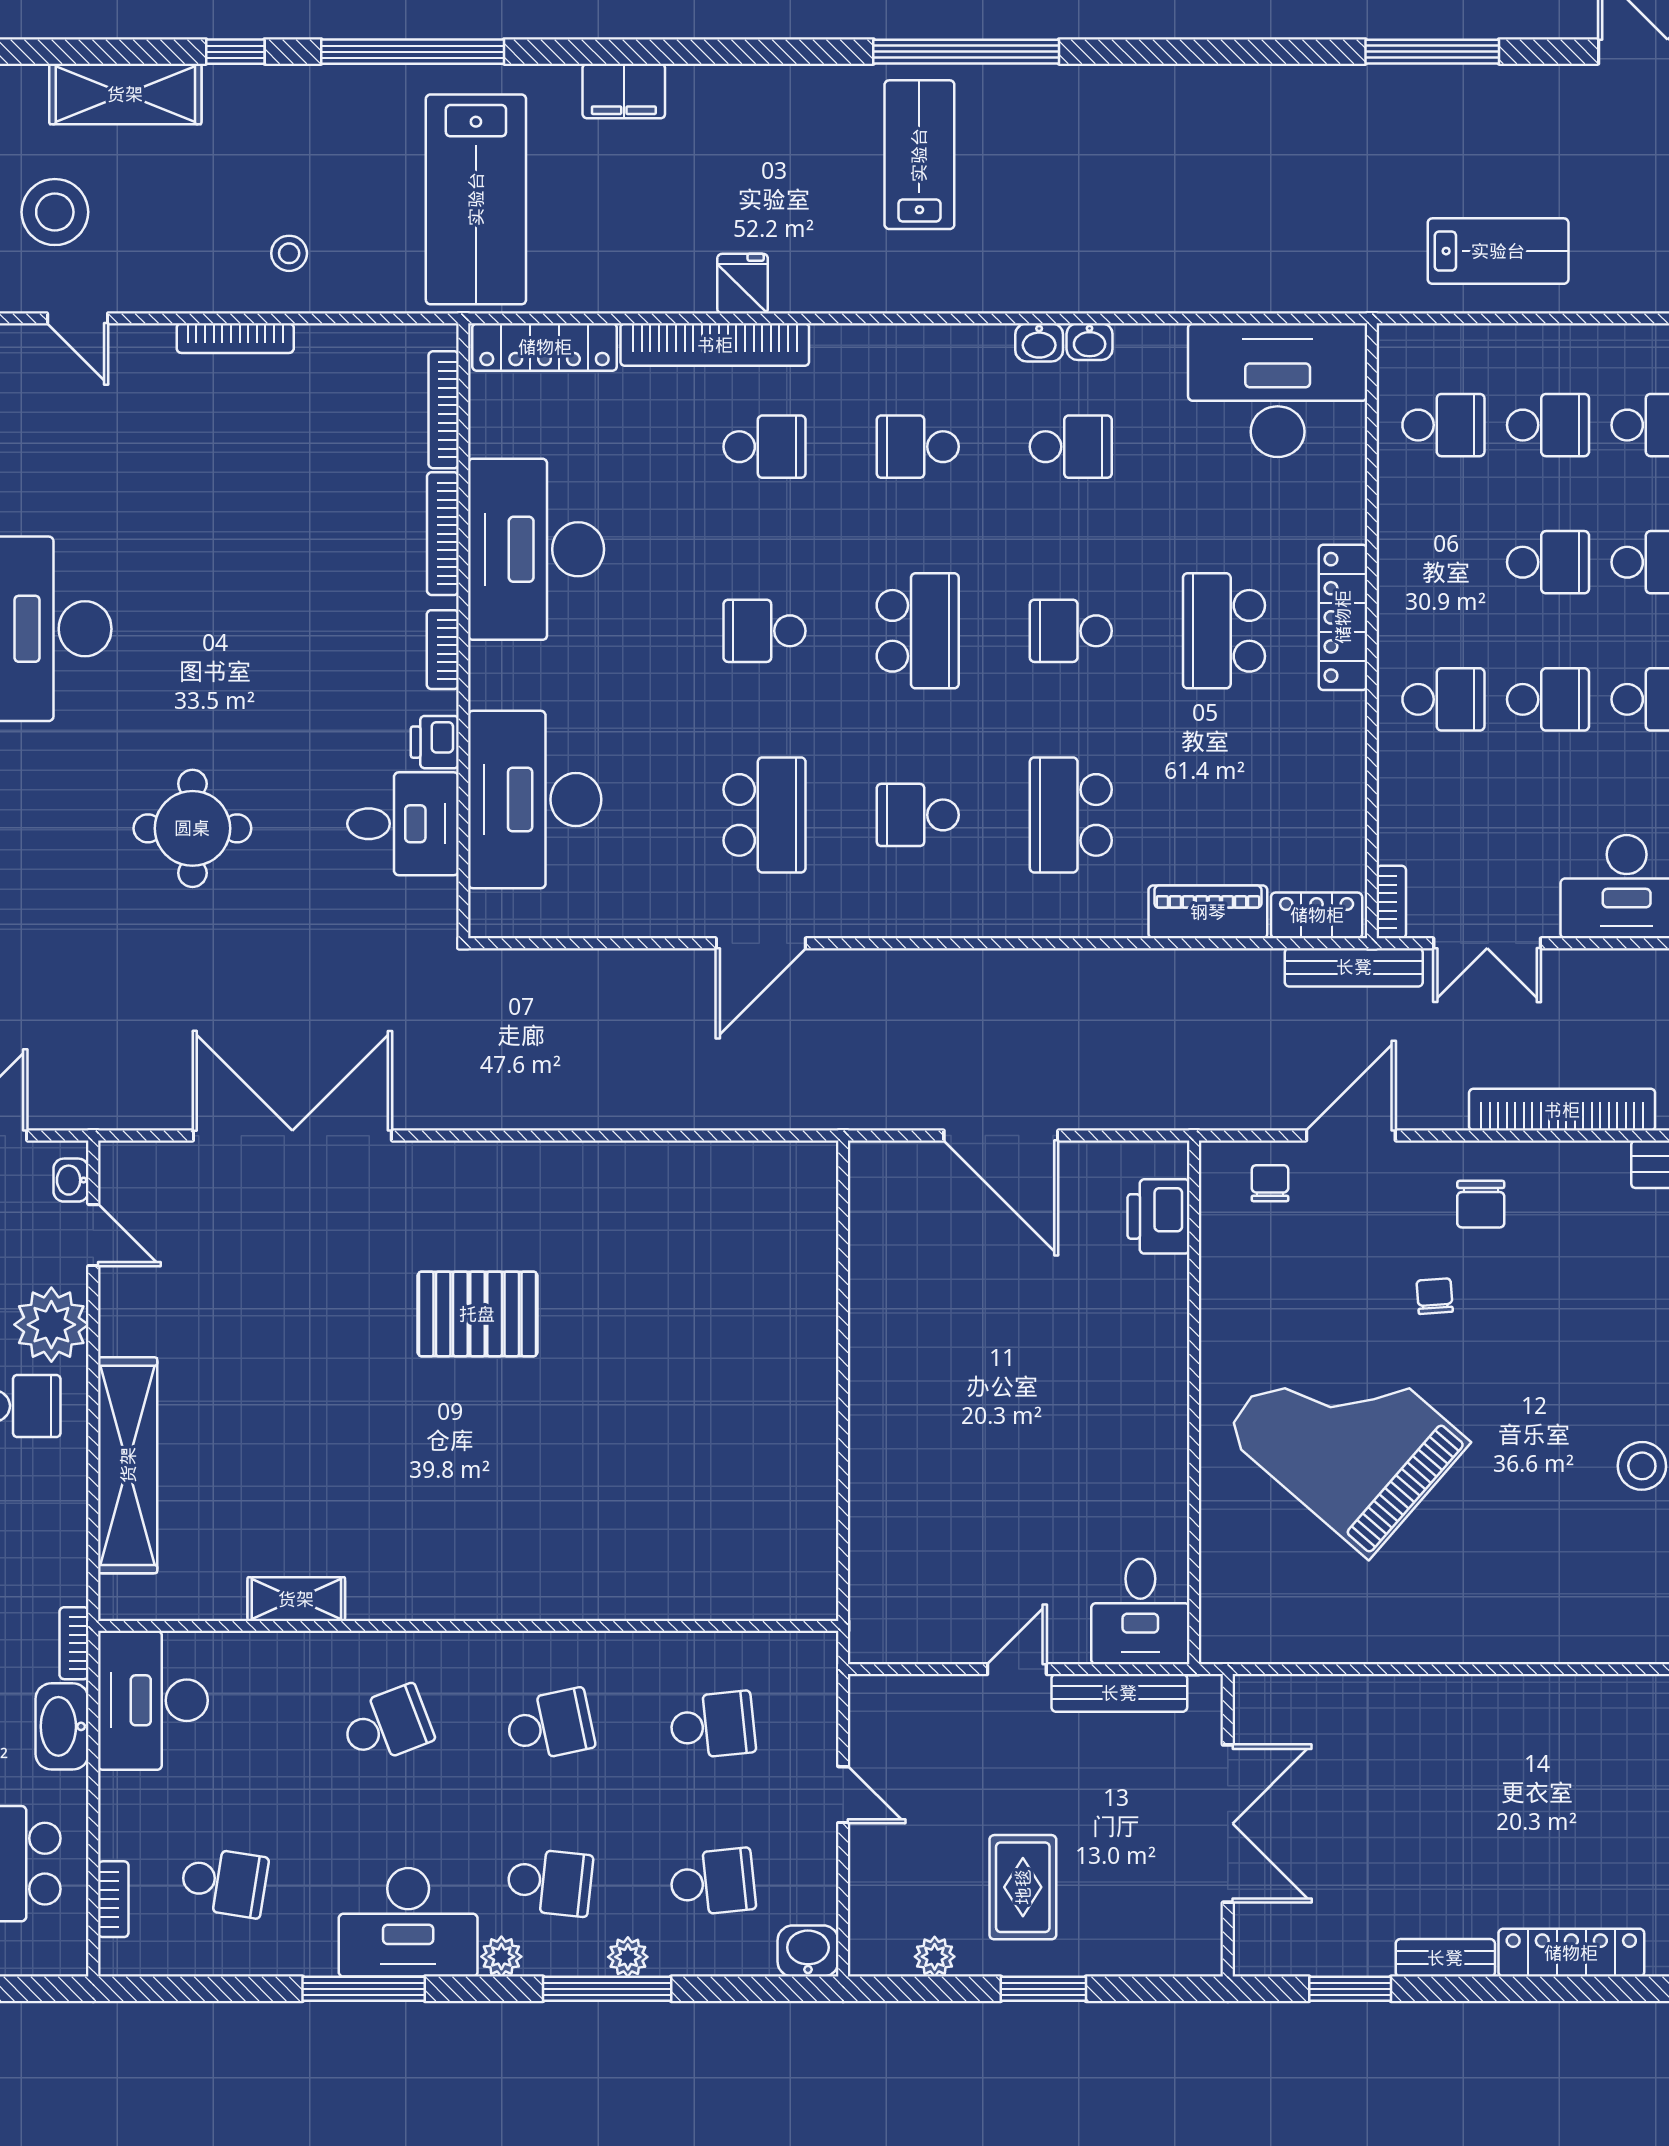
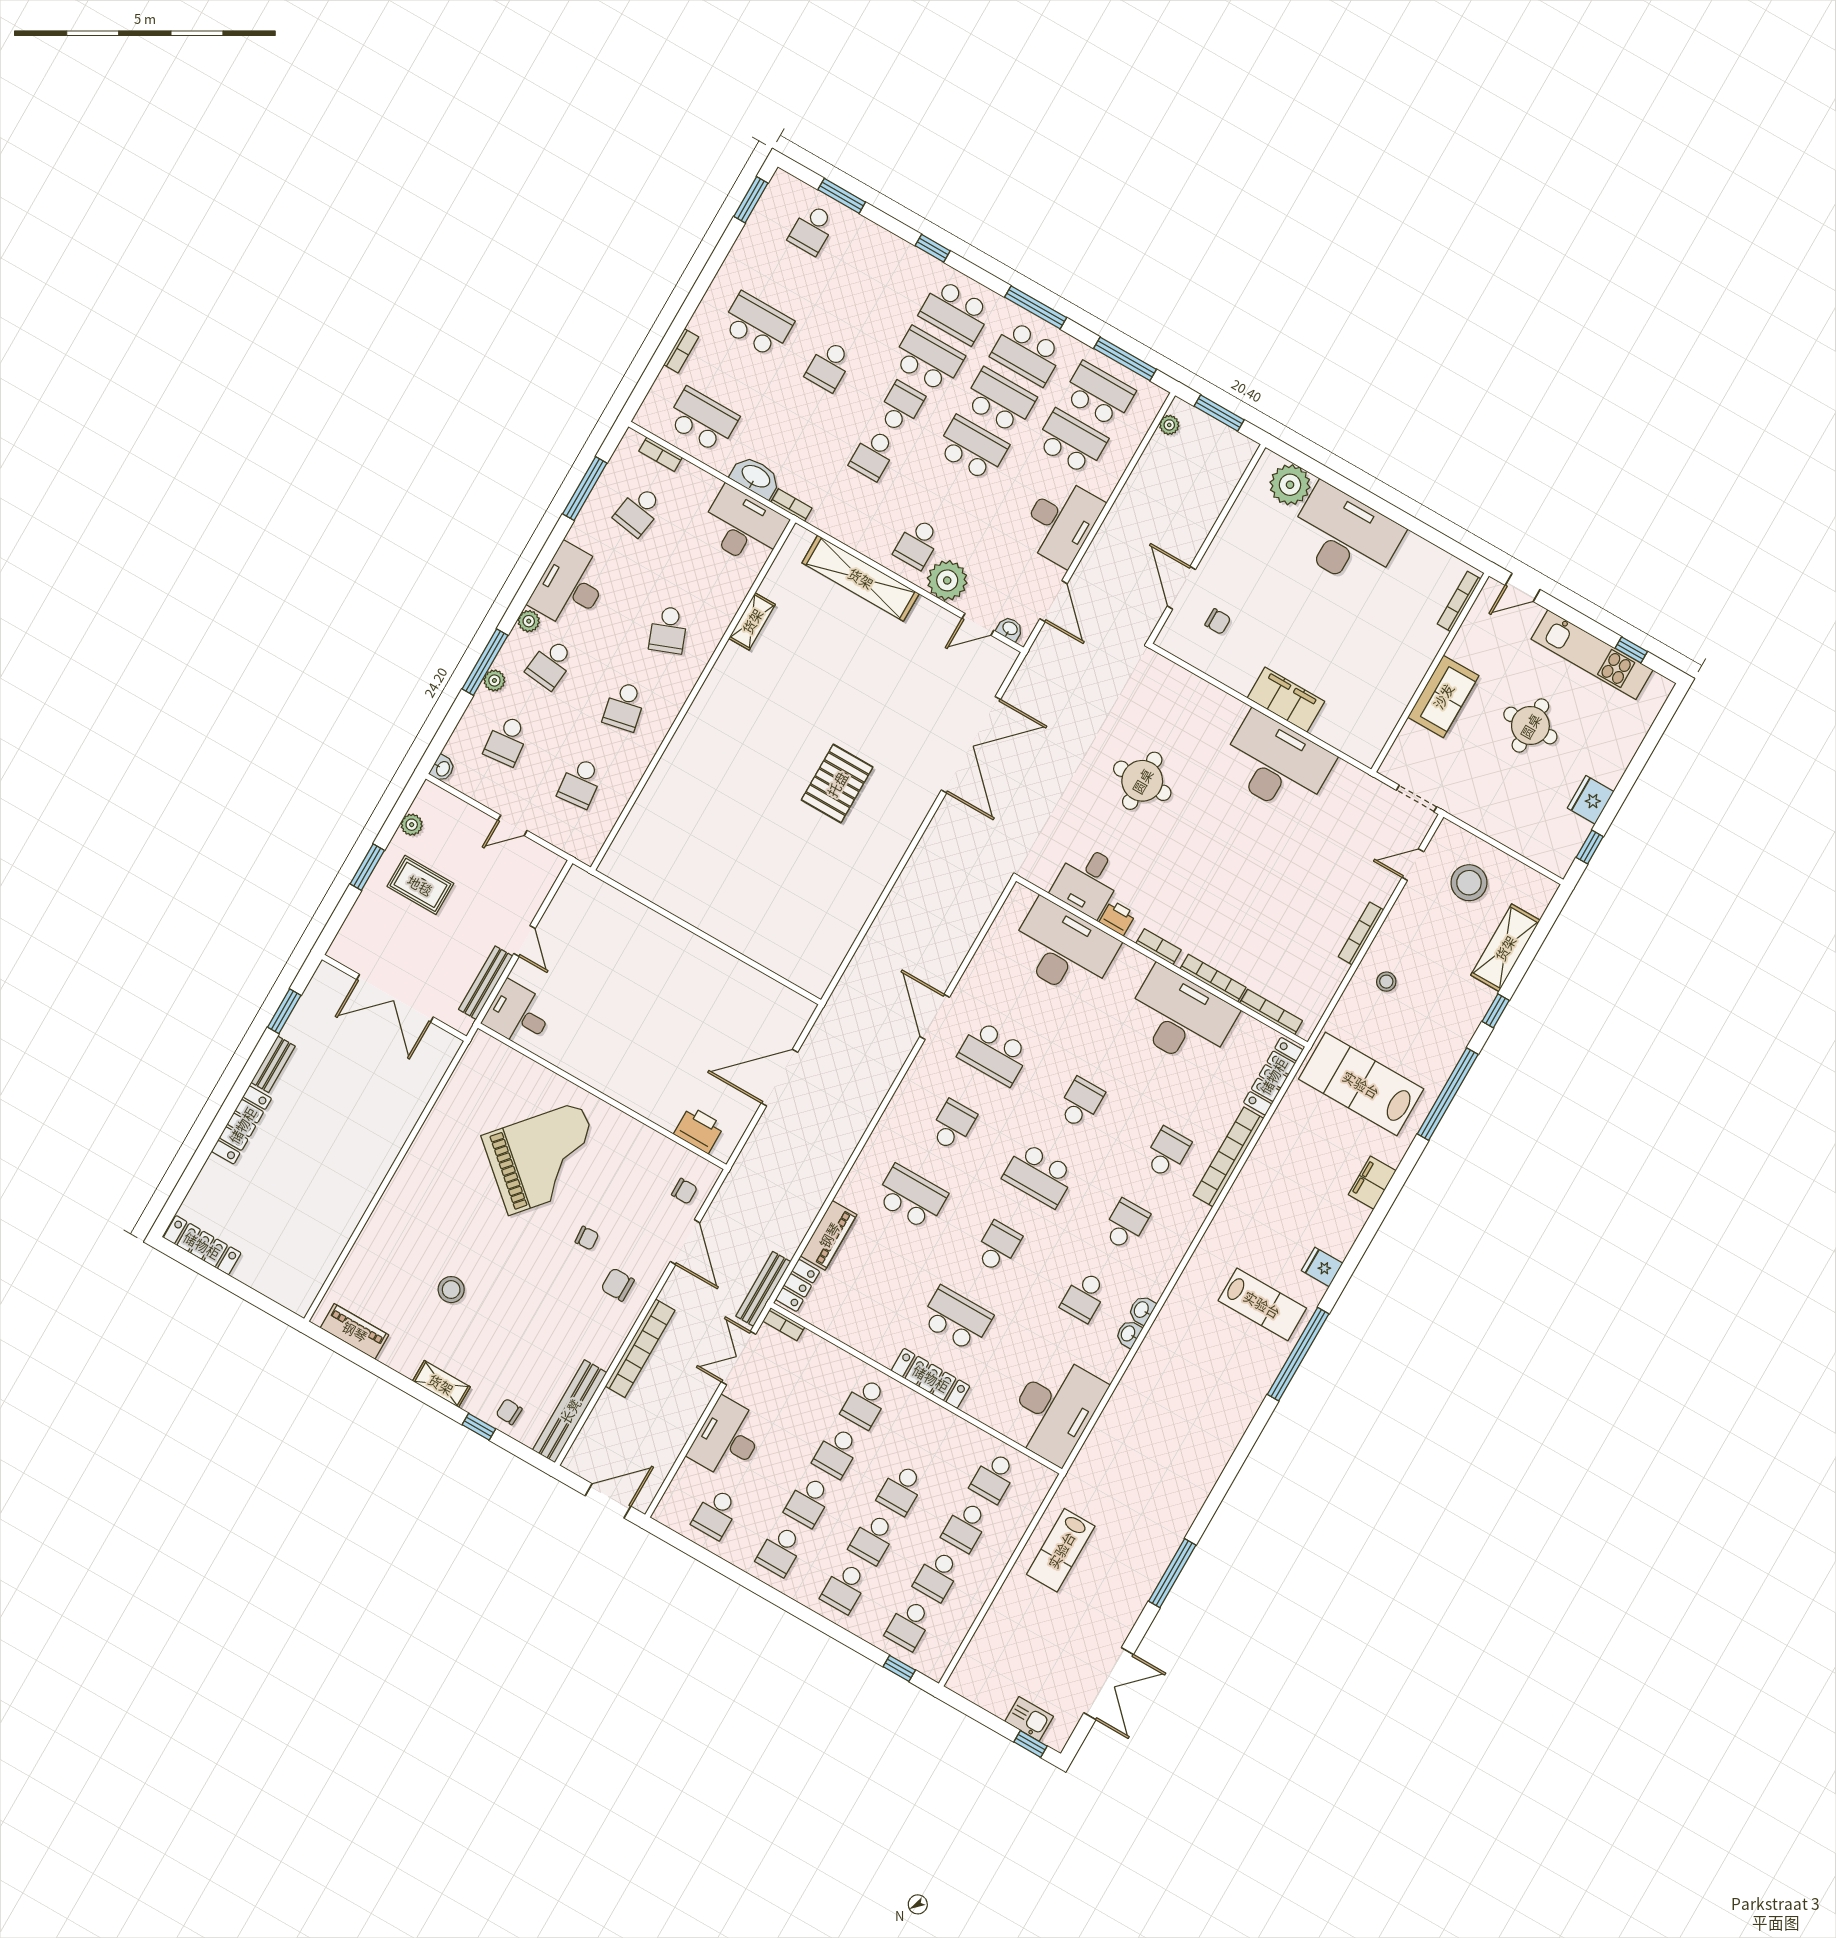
fridge: (743, 284) -> (1322, 1267), moved, turned 180
school desk: (765, 447) -> (1167, 1153), turned 180
washbasin: (808, 1951) -> (443, 769), width x0.72, depth x0.69
window: (364, 1989) -> (585, 489), moved

